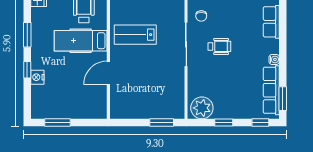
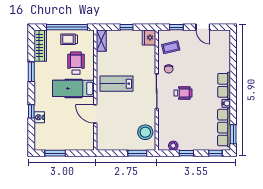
row of seats: (271, 22) -> (224, 85), moved
window: (27, 35) -> (31, 72), moved
door: (108, 73) -> (95, 114), hinge flipped
stool: (172, 96) -> (145, 132), added
plant: (202, 108) -> (173, 146), width x0.53, depth x0.53

